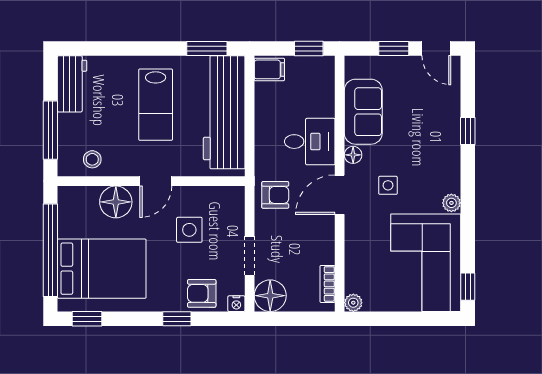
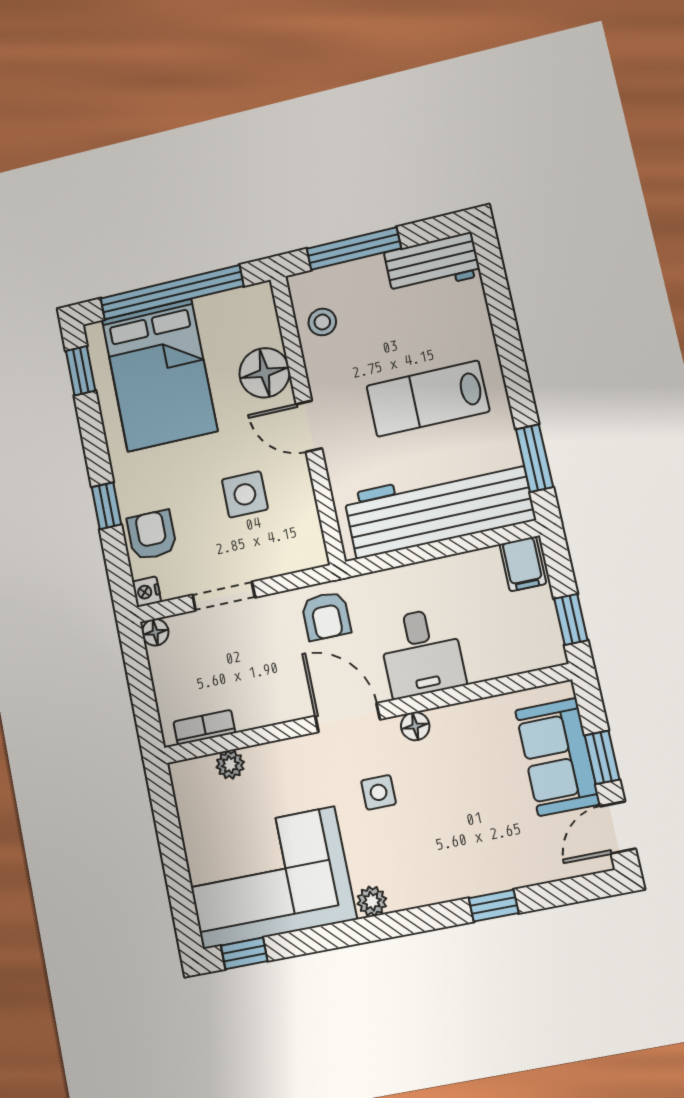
sofa: (363, 112) -> (558, 757), moved, turned 90
floor lamp: (270, 296) -> (155, 632), width x0.53, depth x0.53
plant: (353, 303) -> (230, 765), moved

